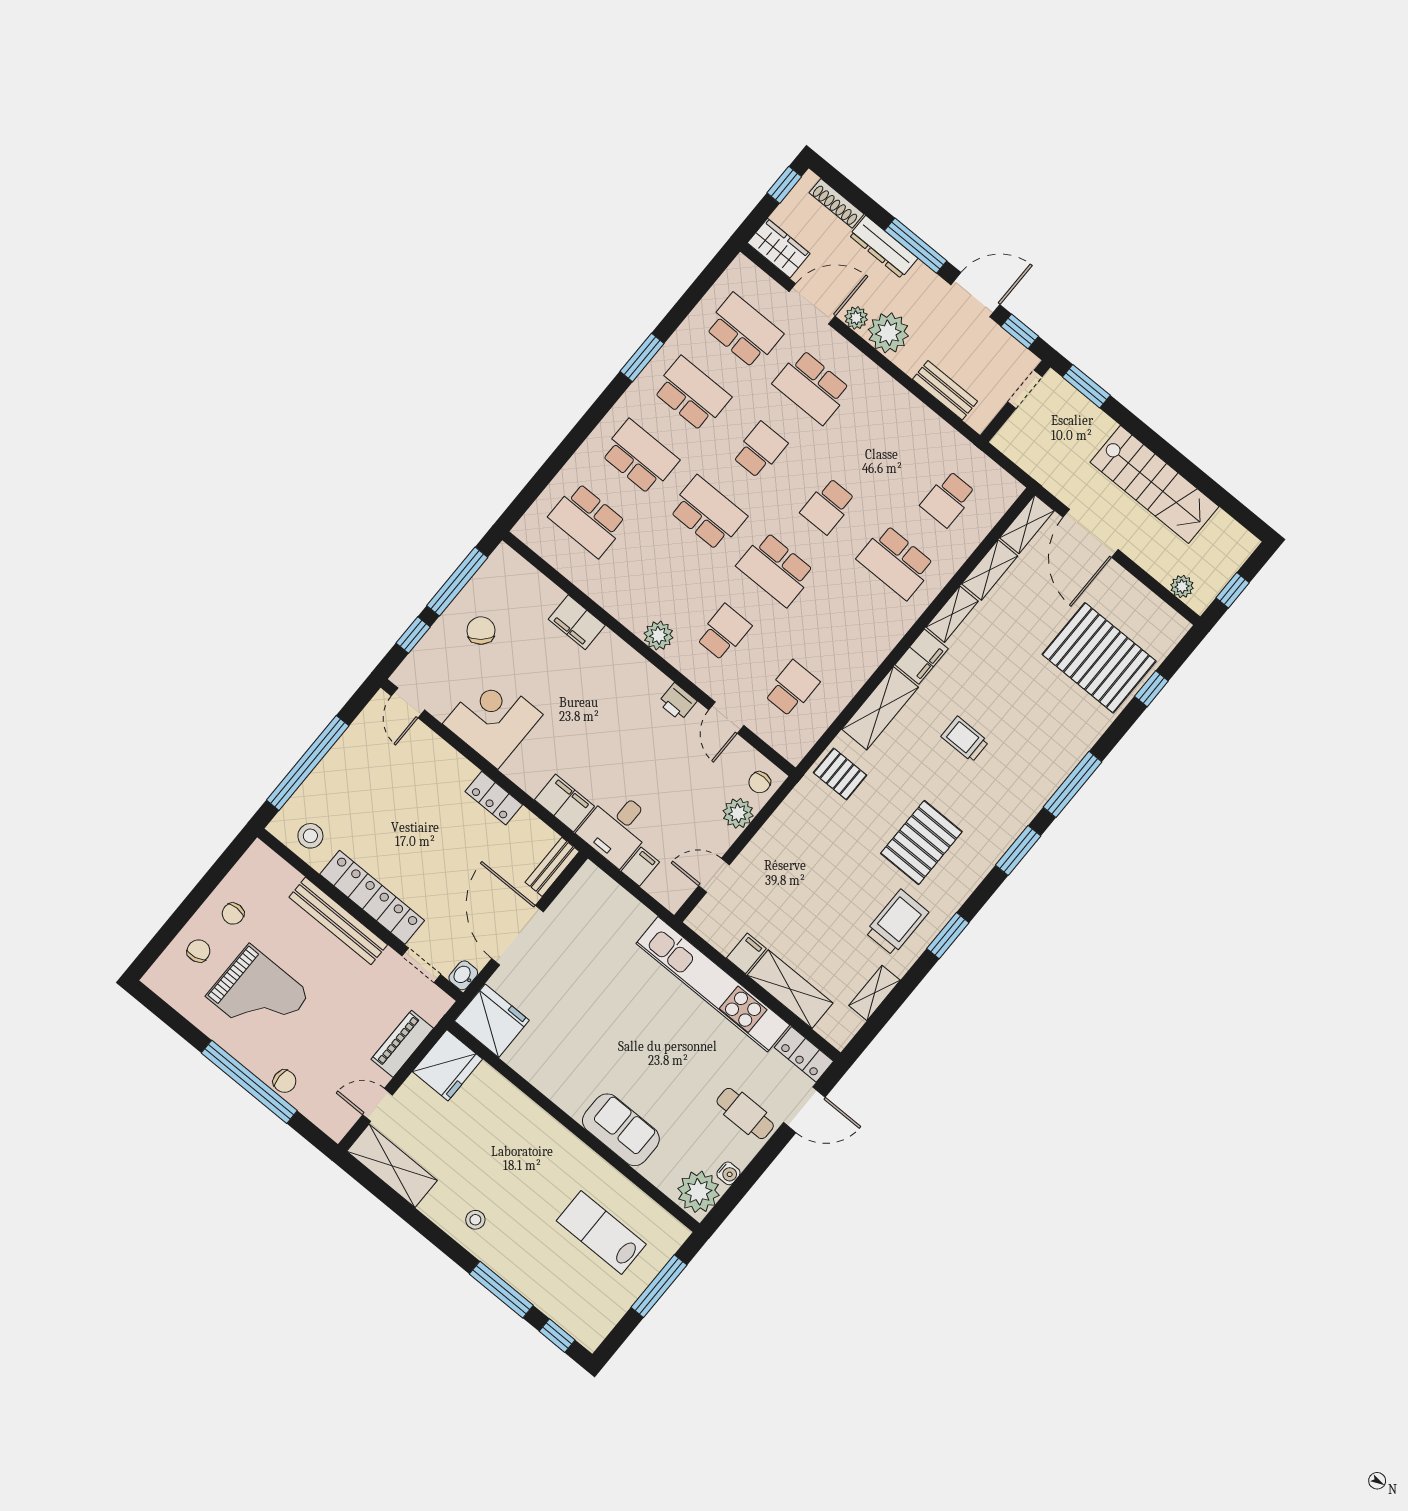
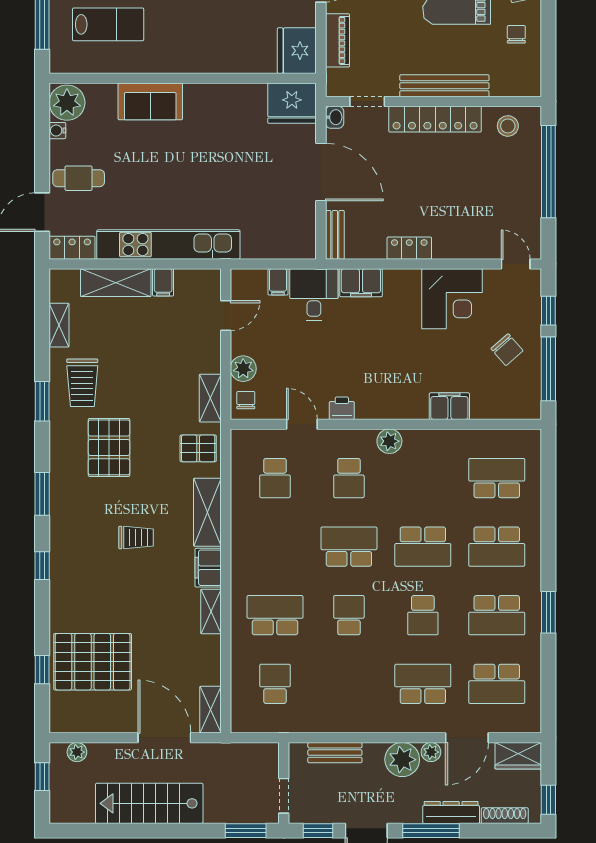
shelving: (990, 570) -> (210, 398), moved
window: (1073, 784) -> (42, 566), width x0.46

